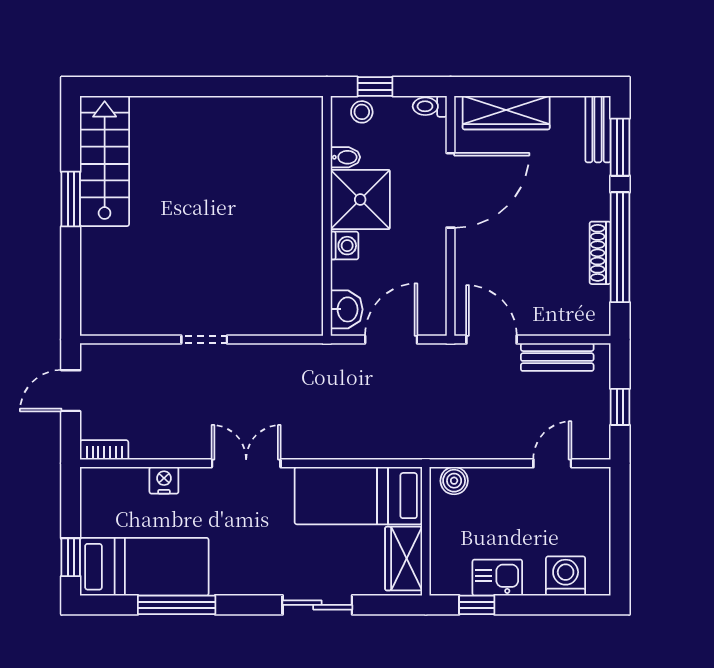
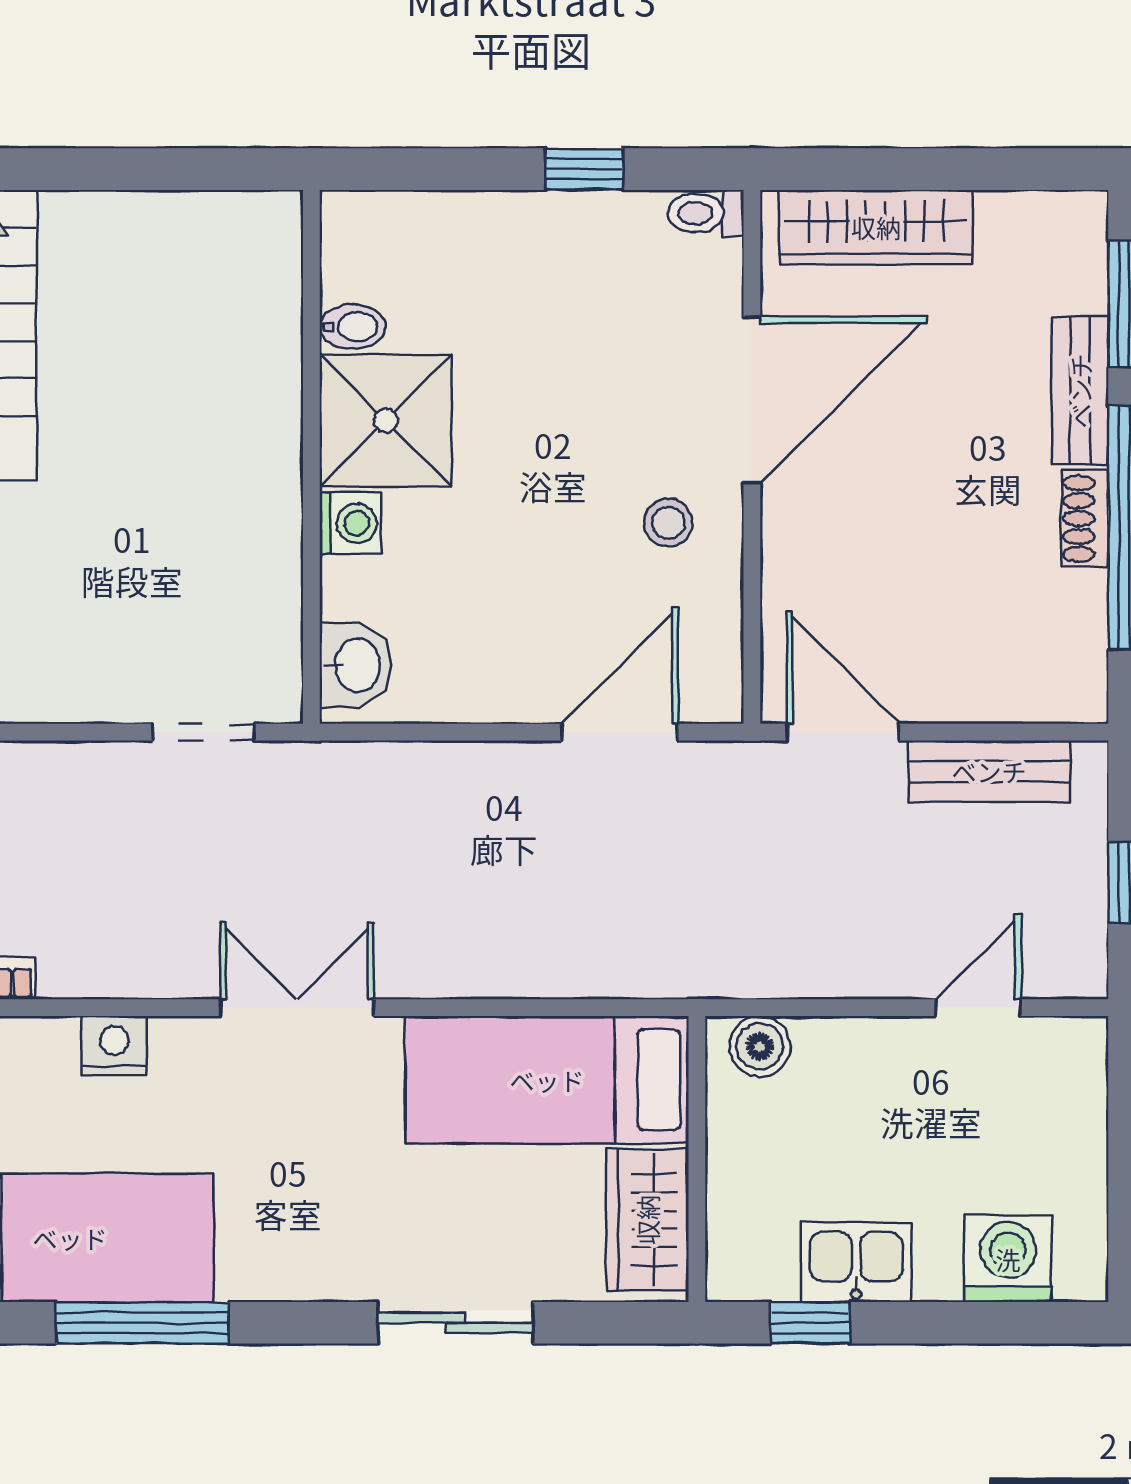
stool: (362, 112) -> (668, 523), moved
bench: (598, 129) -> (1080, 391), moved
bidet: (345, 157) -> (353, 327), moved
shower: (360, 200) -> (386, 421), moved
wall: (327, 216) -> (311, 457), moved
washing machine: (344, 246) -> (351, 523), moved
shoe rack: (600, 253) -> (1085, 519), width x0.70
washbasin: (347, 309) -> (355, 665), moved

